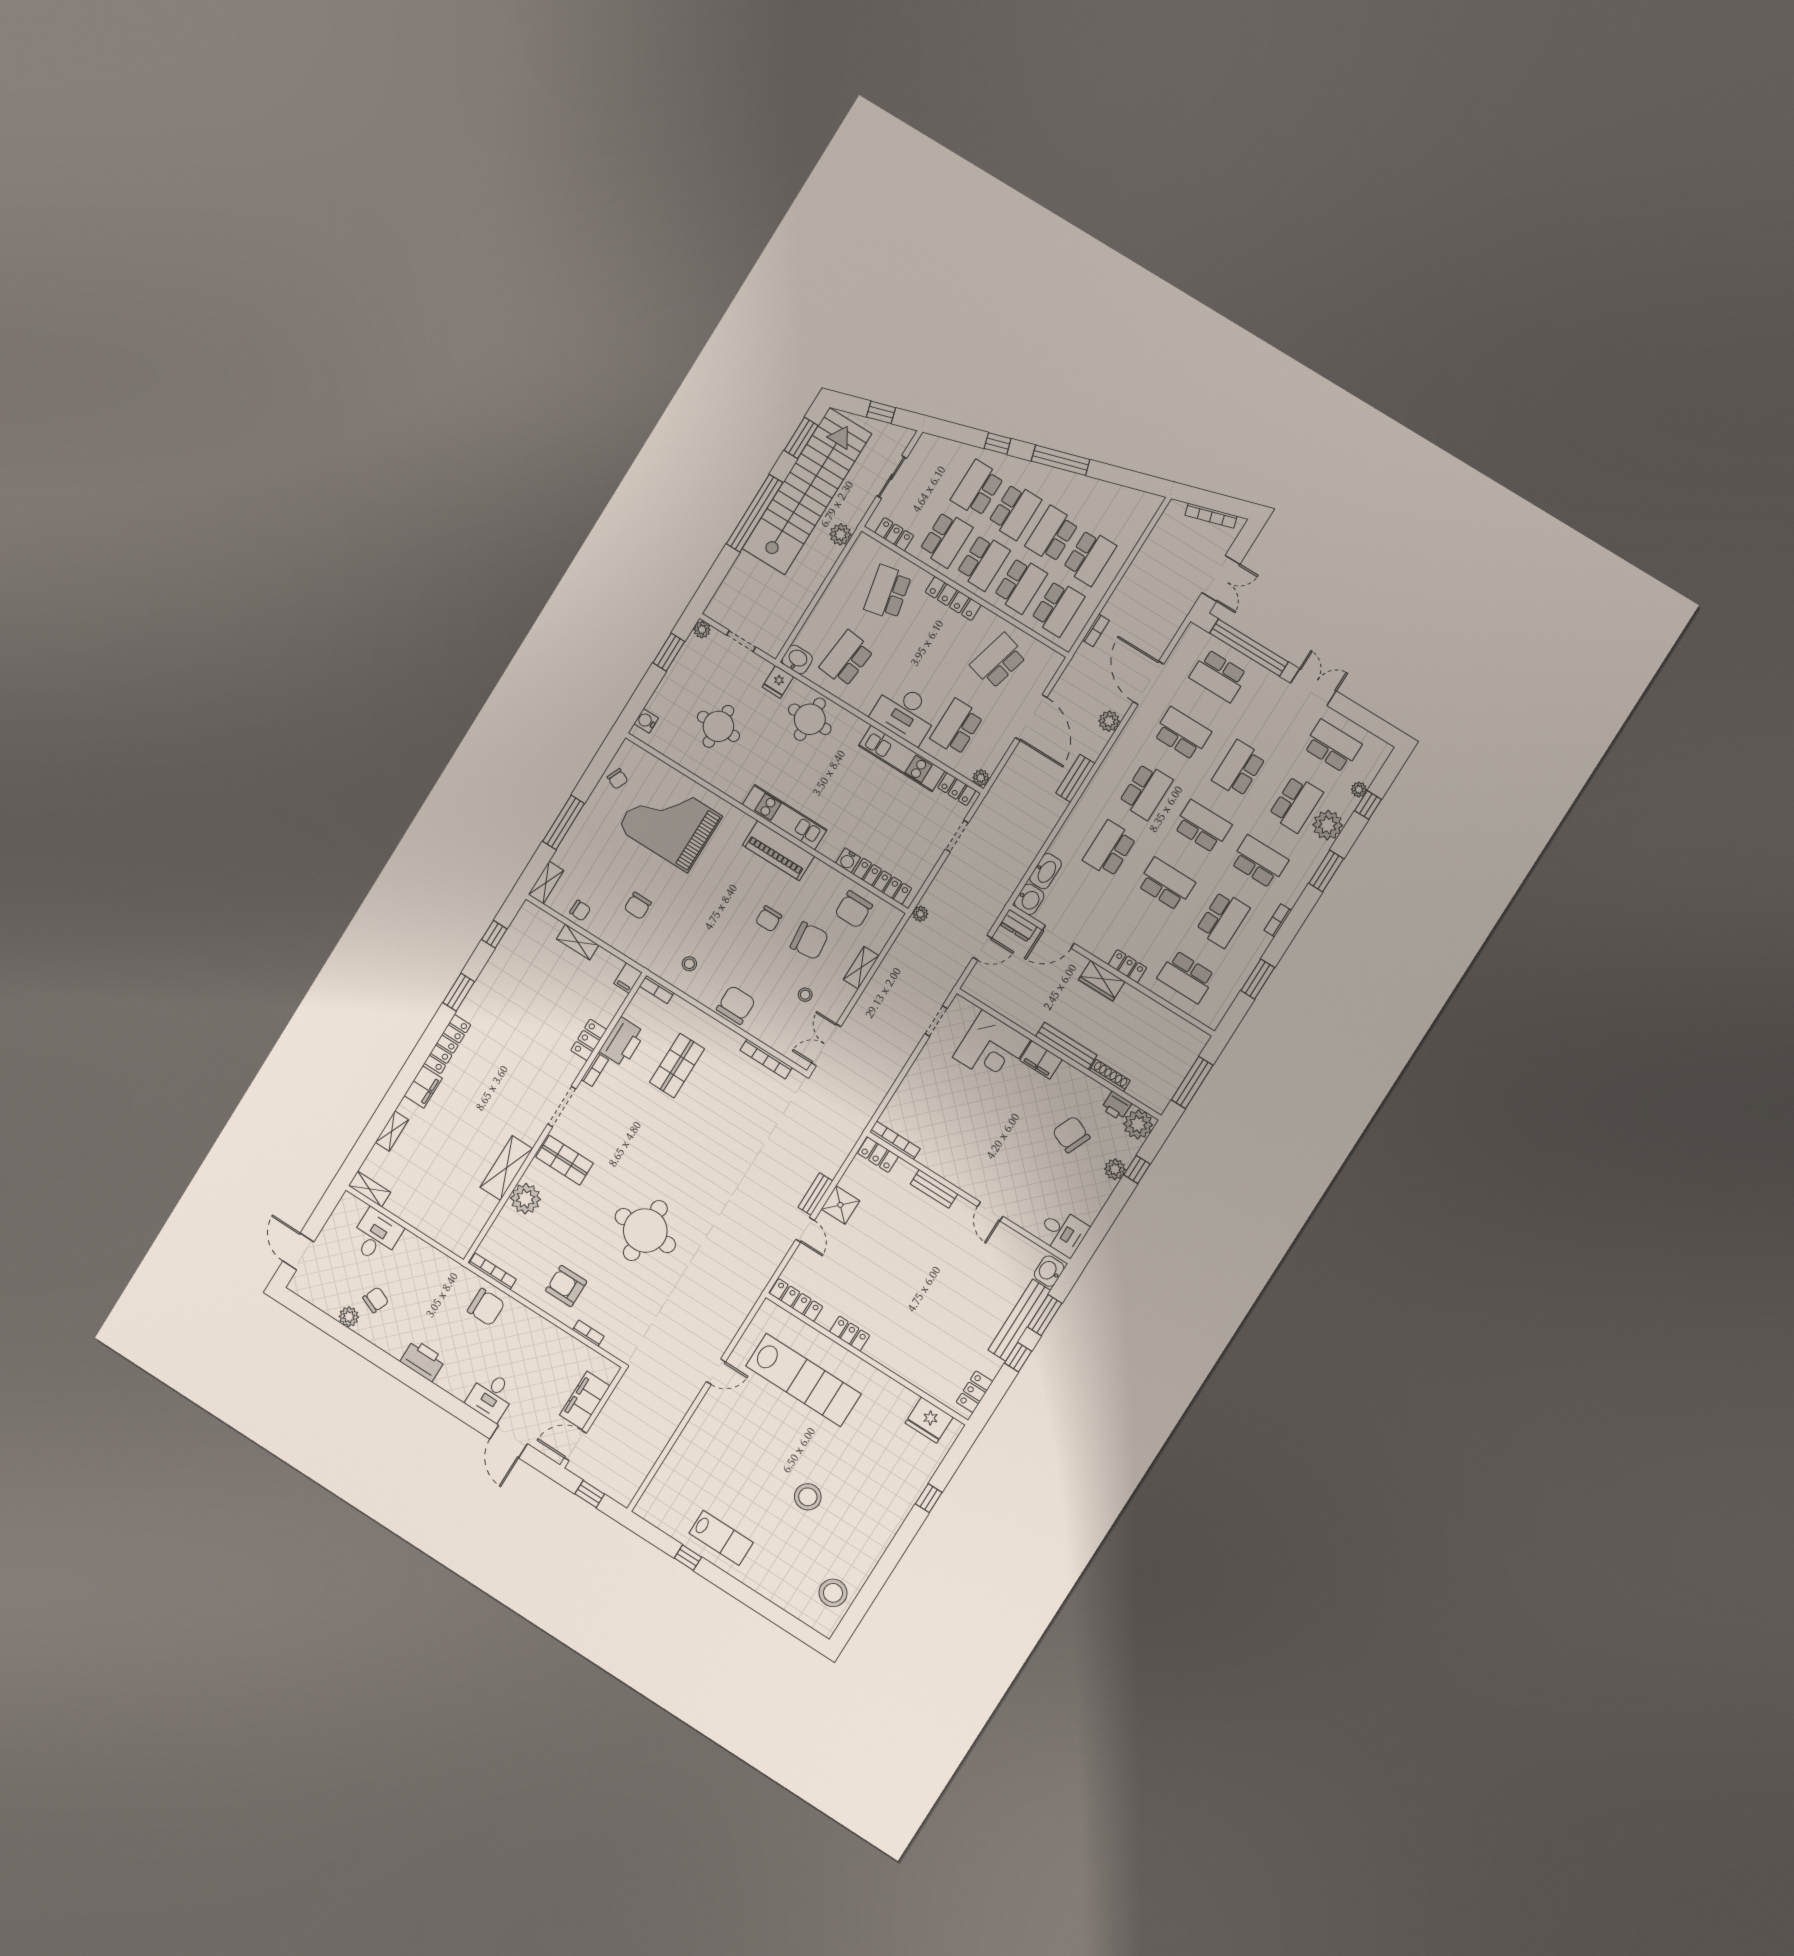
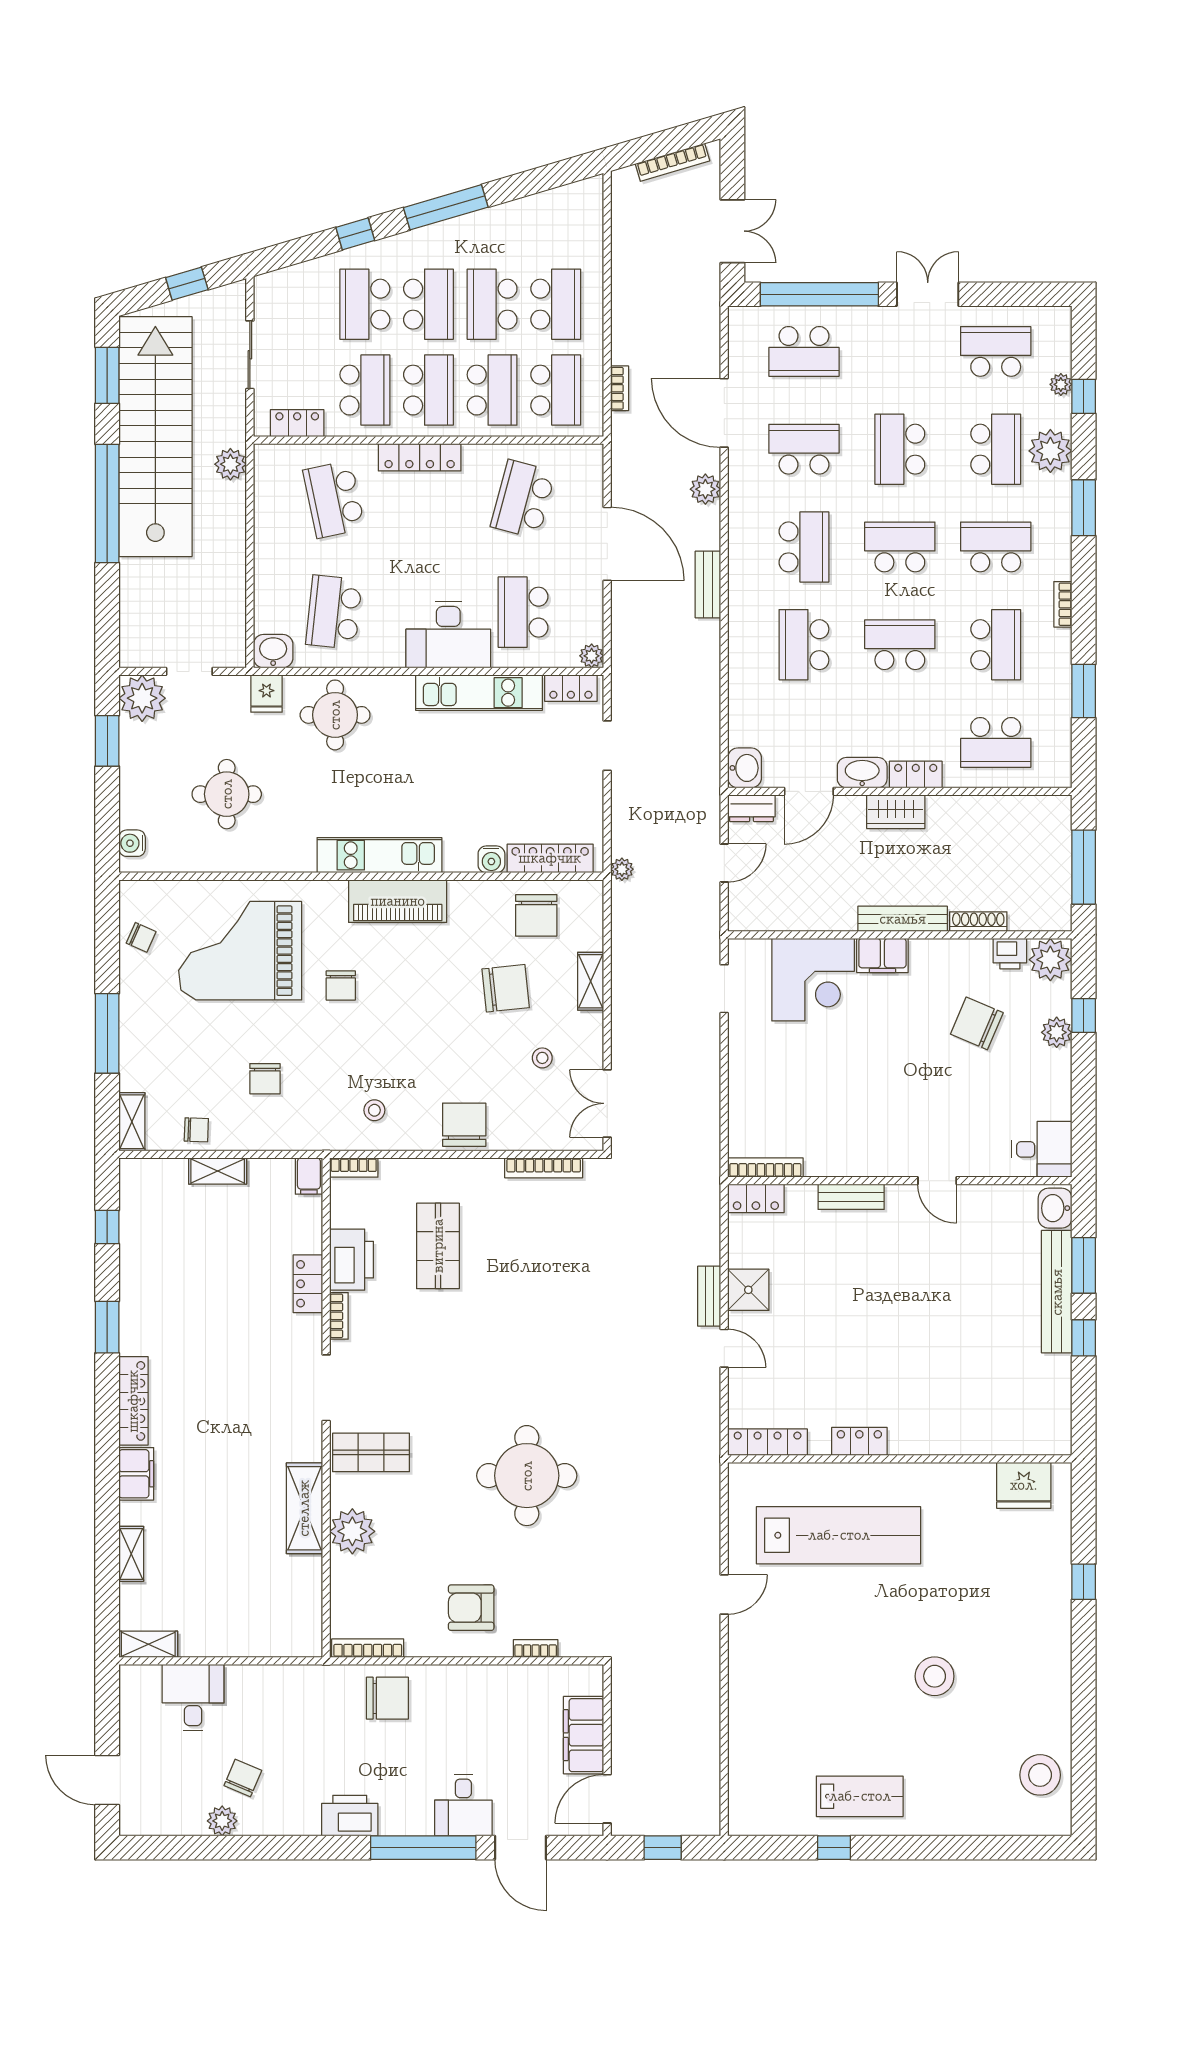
plant: (702, 630) -> (142, 698), width x1.88, depth x1.88
washbasin: (1046, 871) -> (862, 773), moved, turned -90
chair: (769, 919) -> (341, 986), moved
locker: (974, 1392) -> (1057, 1415), removed
window: (453, 1406) -> (423, 1848), added

